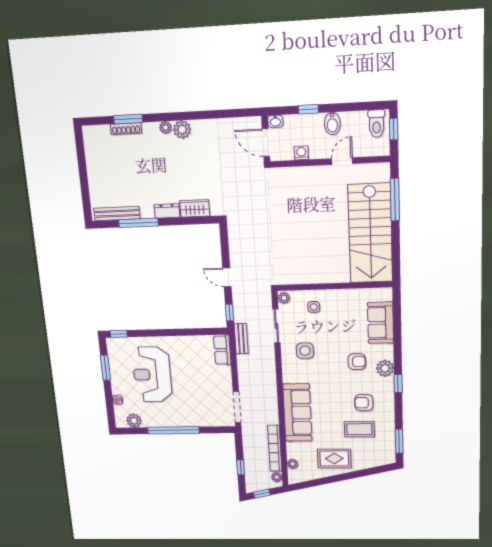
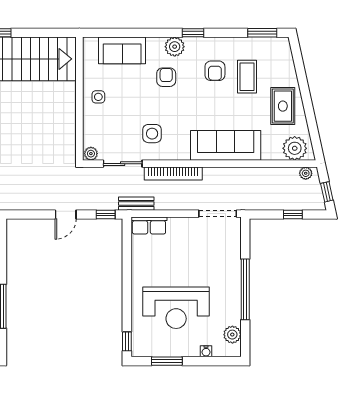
side table: (314, 307) -> (98, 97), moved
bookcase: (275, 448) -> (173, 173), moved
plant: (293, 464) -> (295, 148), width x1.88, depth x1.88

